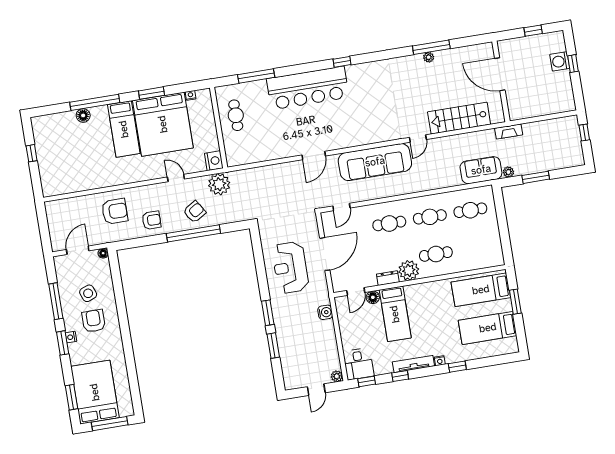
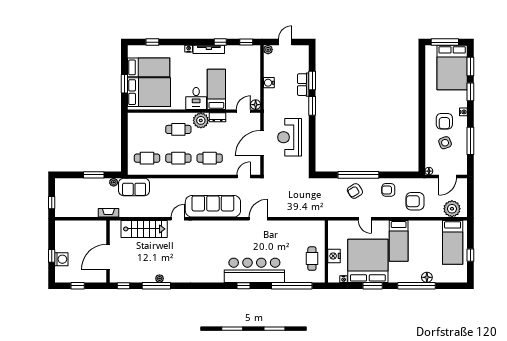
window: (474, 40) -> (123, 286), added
window: (342, 62) -> (243, 286), moved
door: (500, 74) -> (108, 257), swing flipped
window: (256, 76) -> (292, 286), width x1.46
bed: (124, 129) -> (399, 241), moved, turned 180
nightstand: (214, 161) -> (334, 256), moved
bed: (57, 166) -> (453, 242), added
plant: (219, 184) -> (452, 209), moved
reception desk: (290, 267) -> (290, 137), turned 180
bed: (481, 290) -> (149, 92), width x1.50
floor lamp: (373, 297) -> (256, 105), moved
water cooler: (325, 312) -> (269, 83), moved
row of seats: (284, 338) -> (303, 85), added
window: (63, 343) -> (470, 92), moved
desk: (358, 364) -> (196, 98), moved, turned 180
window: (457, 367) -> (152, 42), moved

